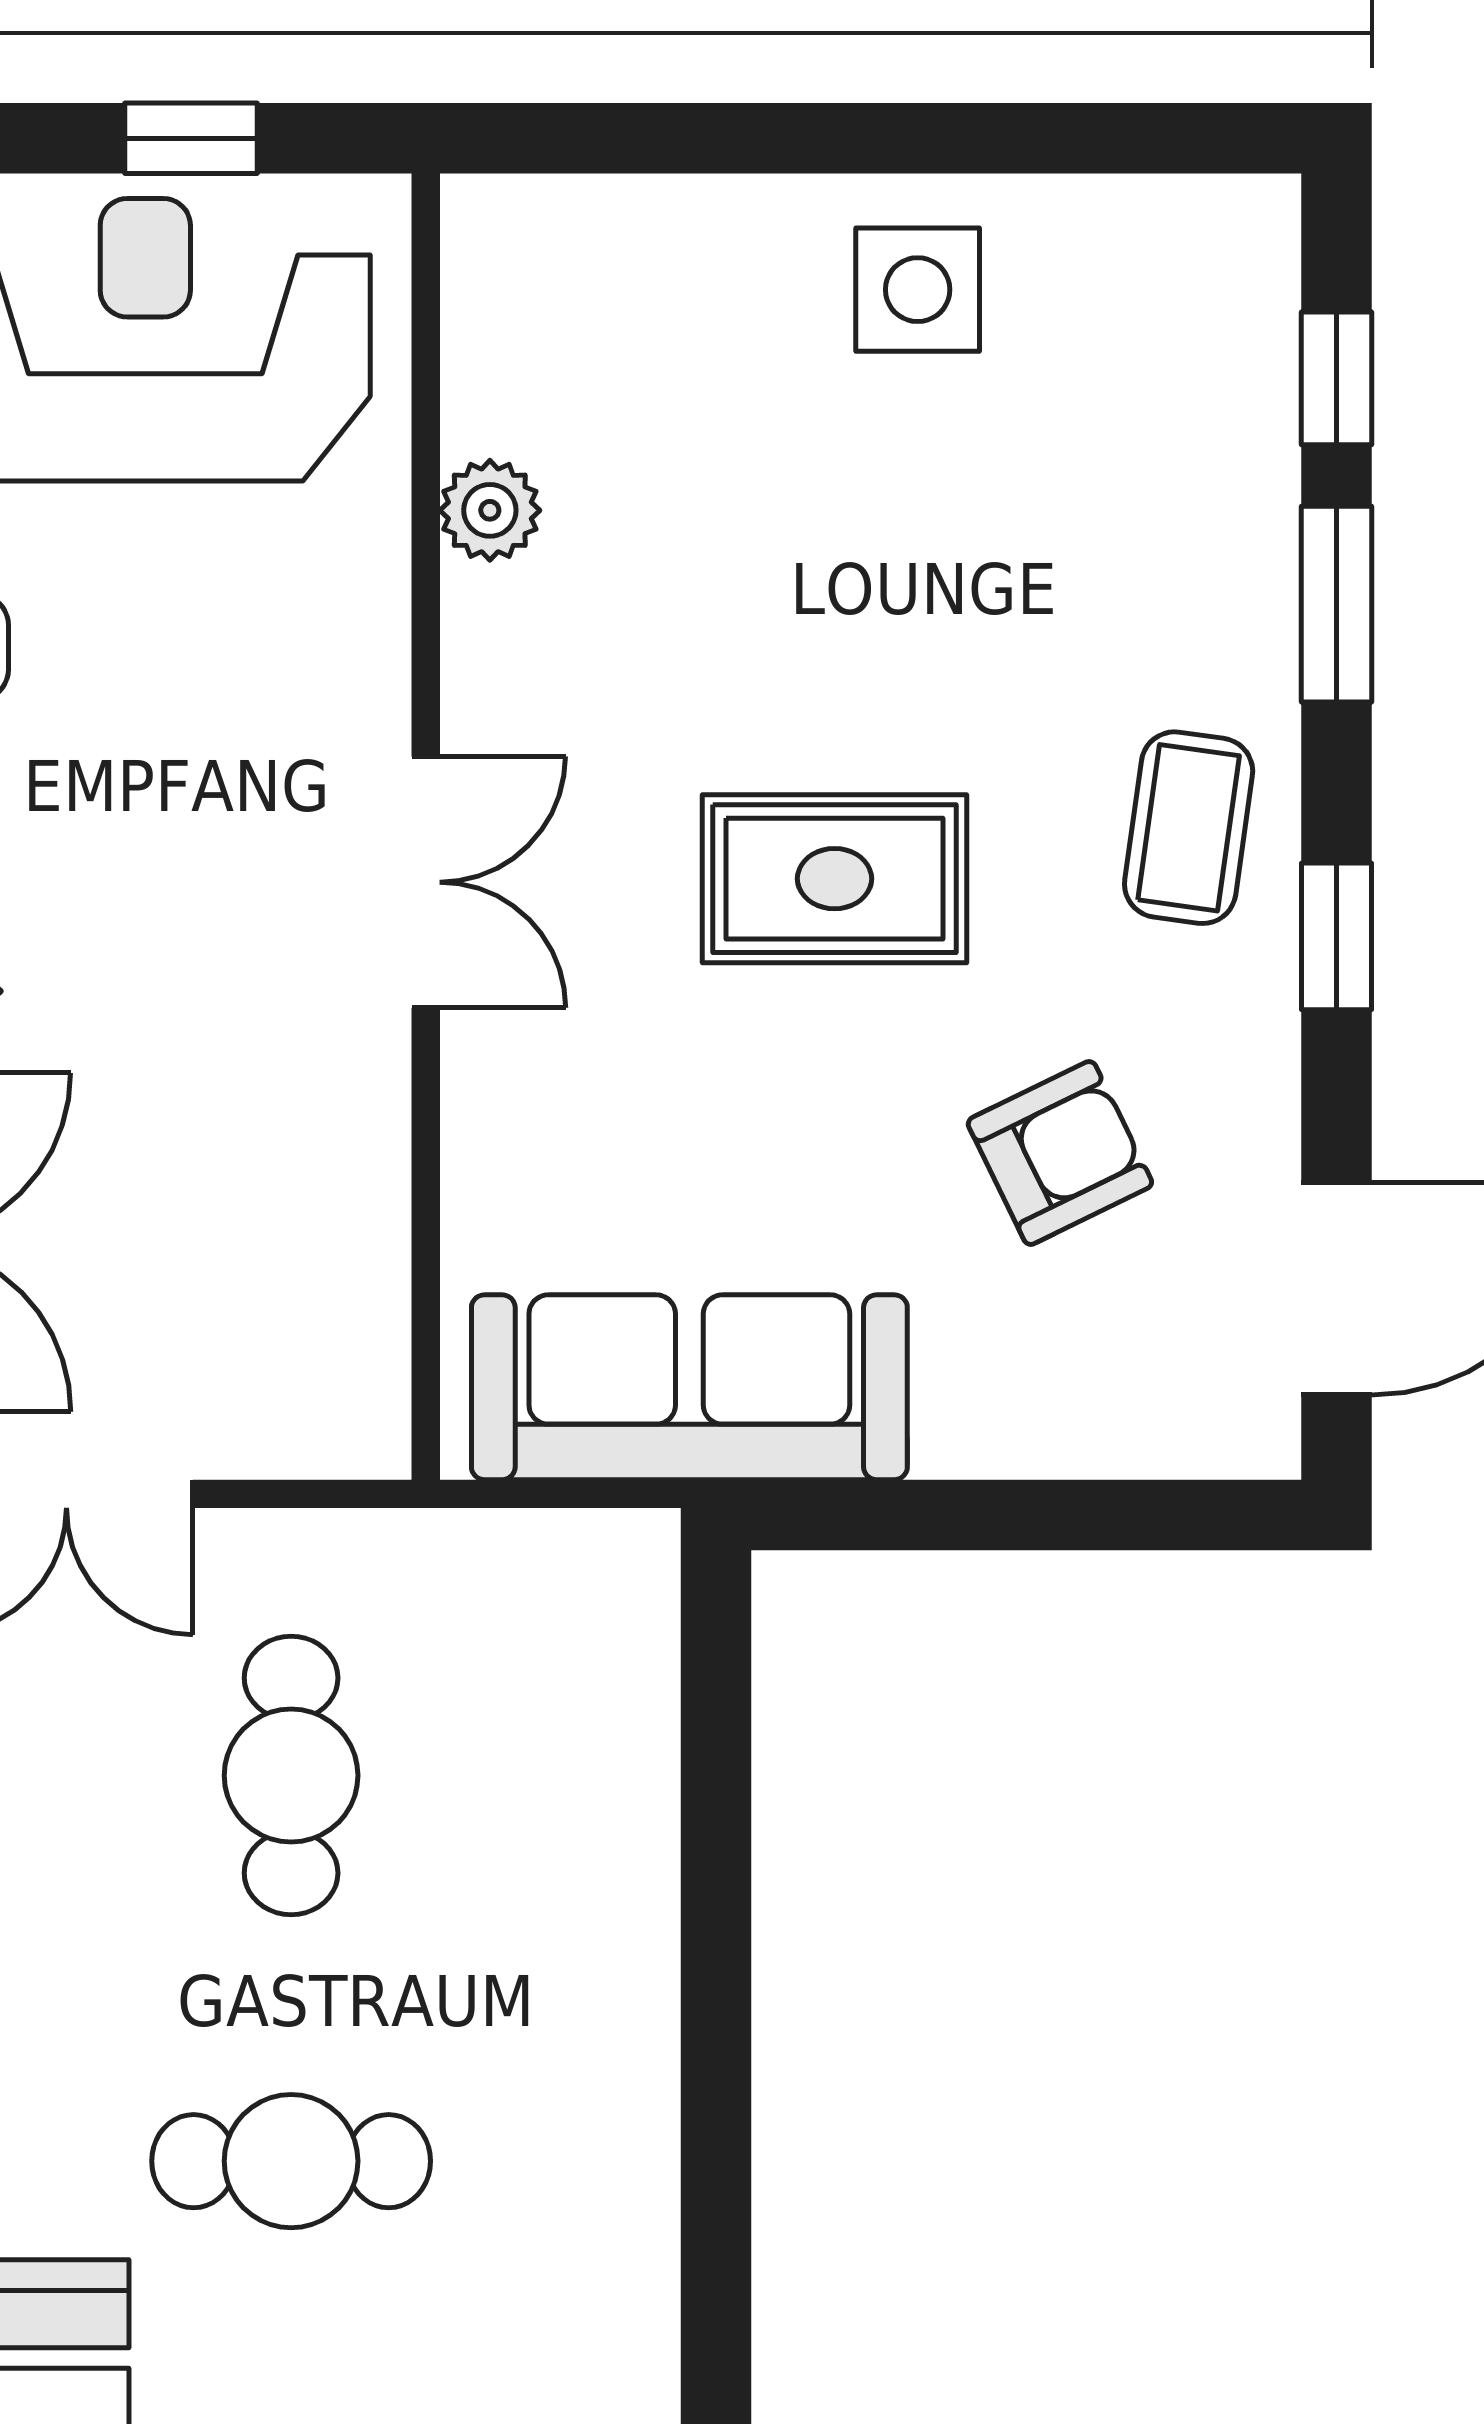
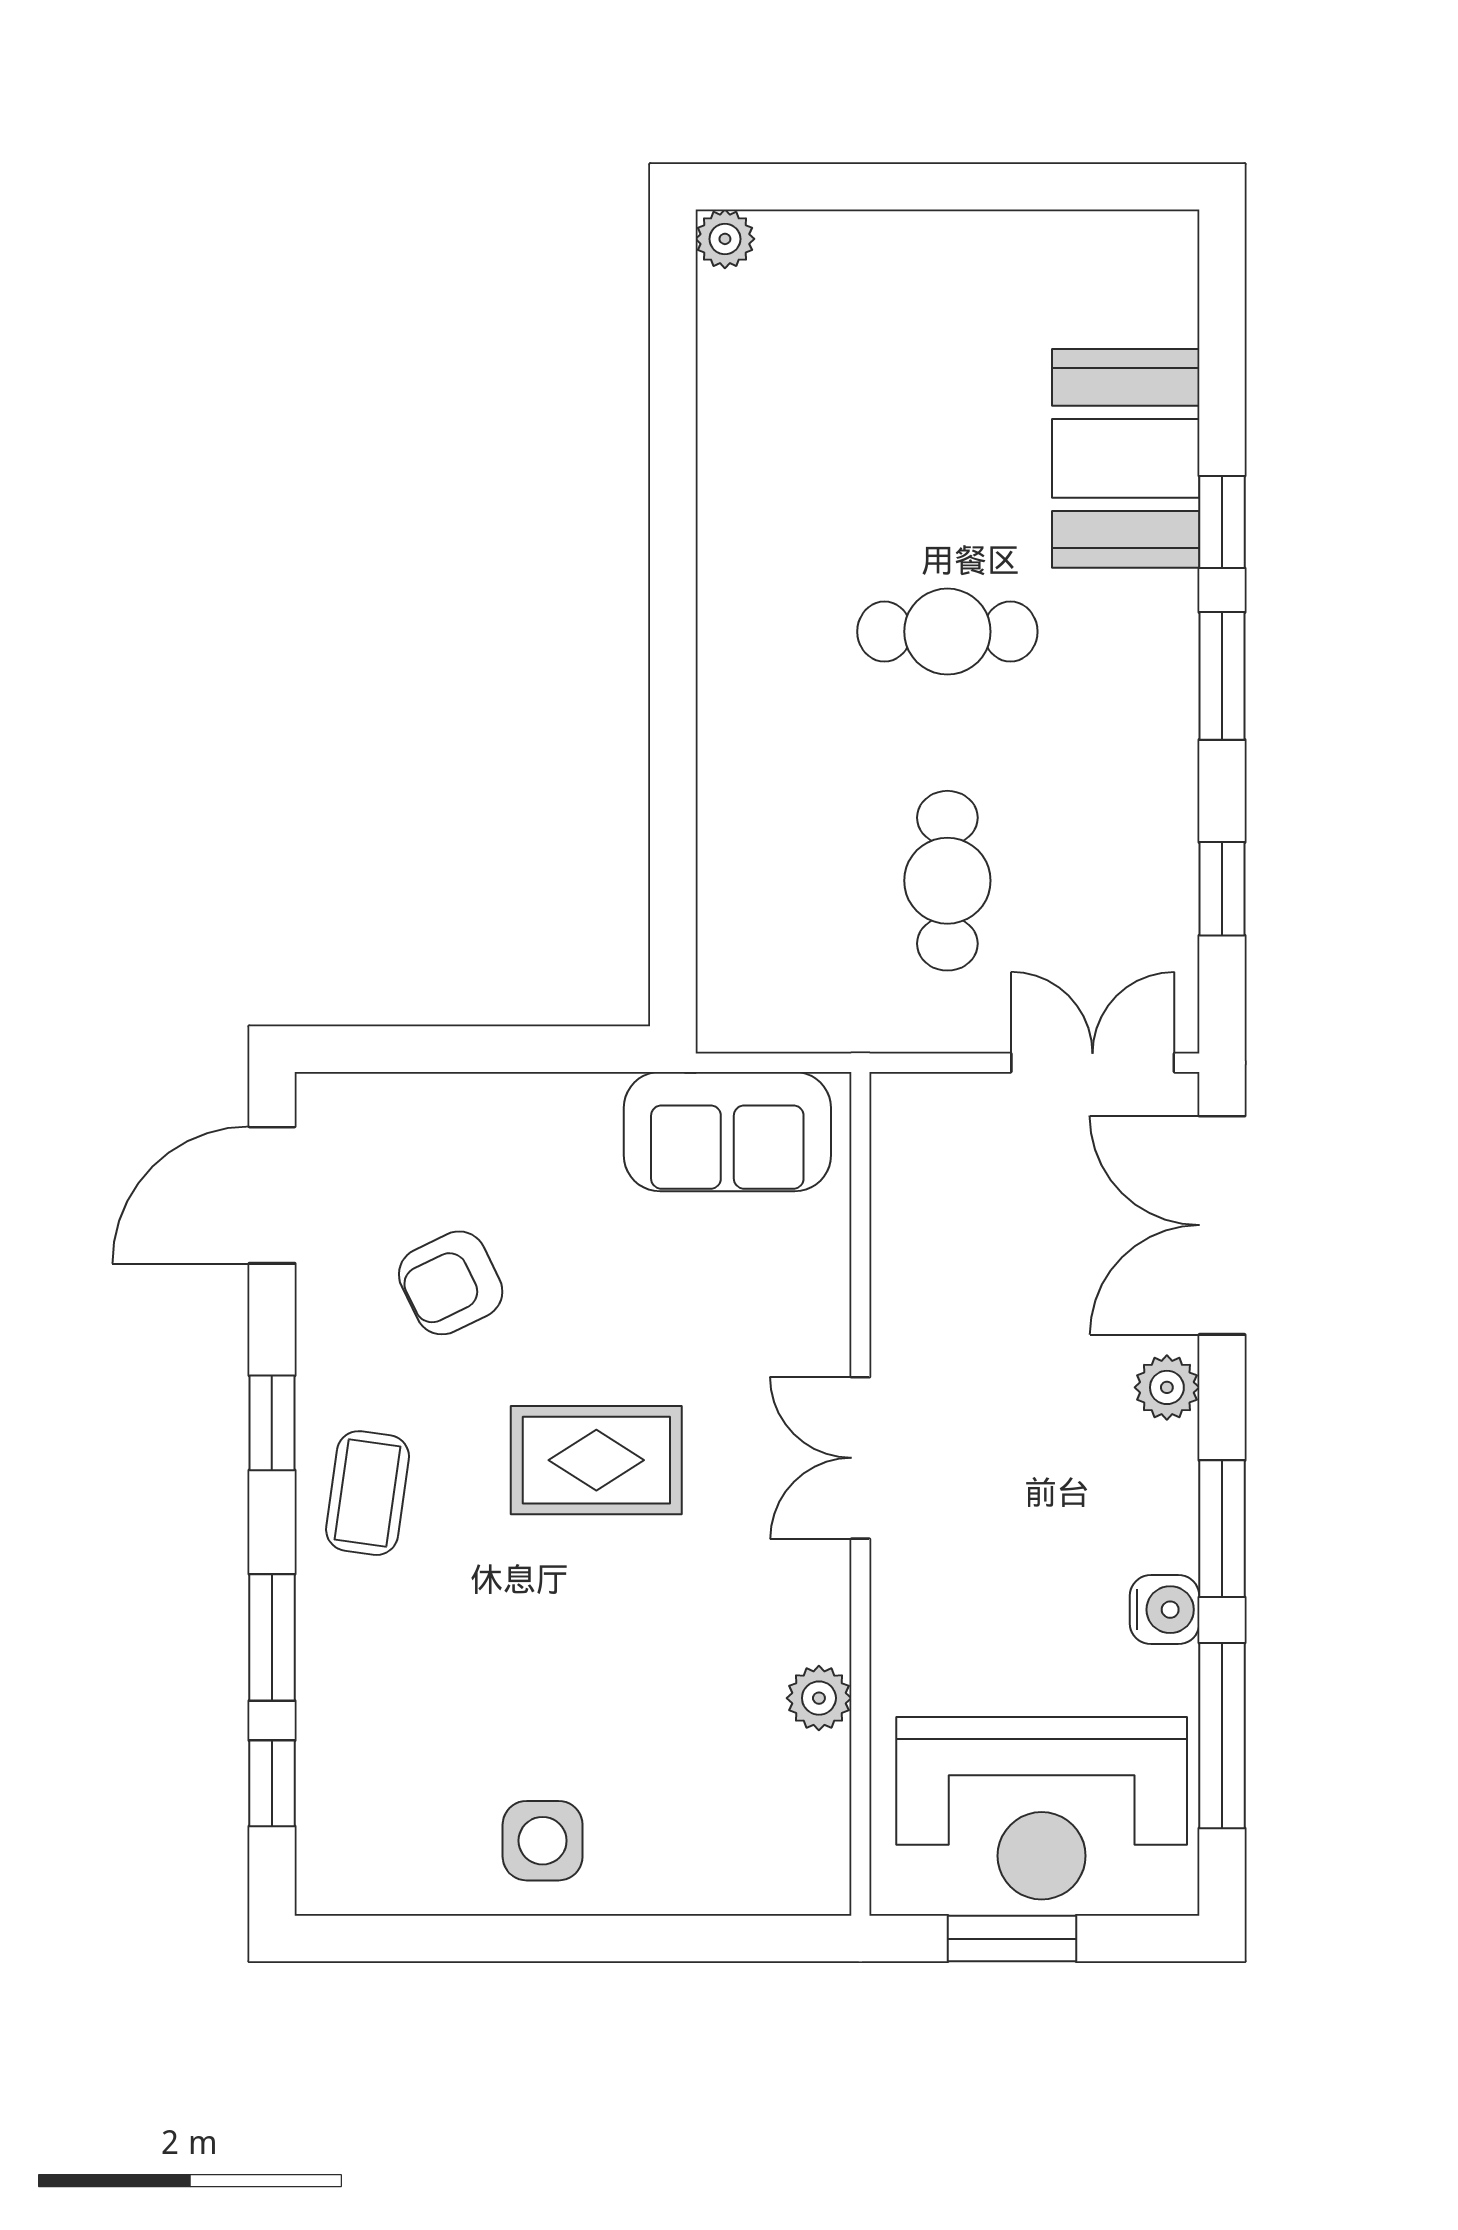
window: (191, 138) -> (1012, 1939), width x1.50
sofa: (689, 1387) -> (727, 1132), width x0.73

